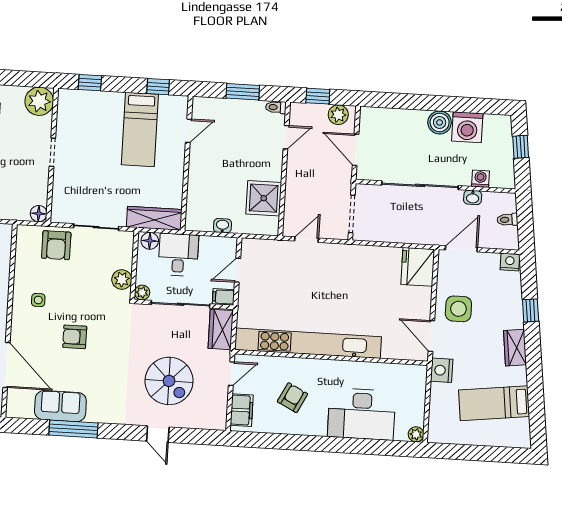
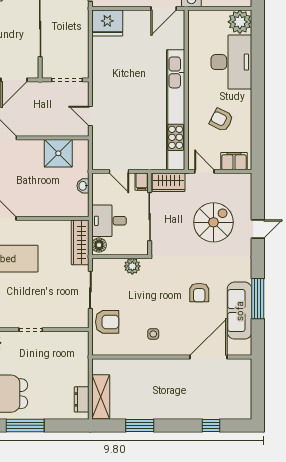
floor lamp: (39, 214) -> (82, 338), removed
plant: (142, 293) -> (142, 249), removed
armchair: (75, 337) -> (199, 293), moved
sofa: (60, 406) -> (240, 311), width x1.36
plant: (416, 434) -> (240, 22), width x1.88, depth x1.88

